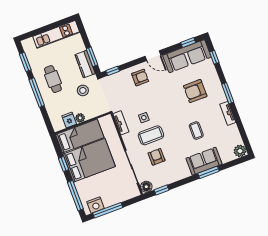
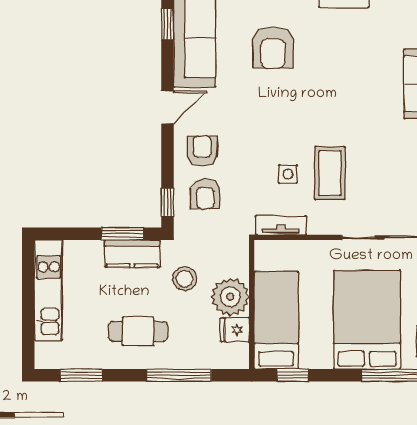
window: (37, 92) -> (179, 375), moved
plant: (80, 118) -> (230, 297), width x1.87, depth x1.87
coffee table: (196, 130) -> (355, 76), removed
armchair: (157, 157) -> (205, 194), moved, turned -90
bed: (89, 160) -> (367, 320), moved
window: (64, 164) -> (293, 375), moved

